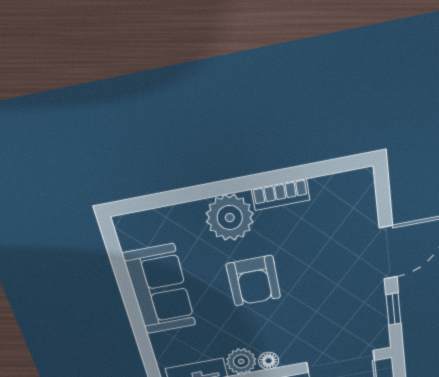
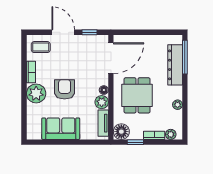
coffee table: (347, 207) -> (41, 47), added
armchair: (254, 281) -> (65, 89), turned -90

